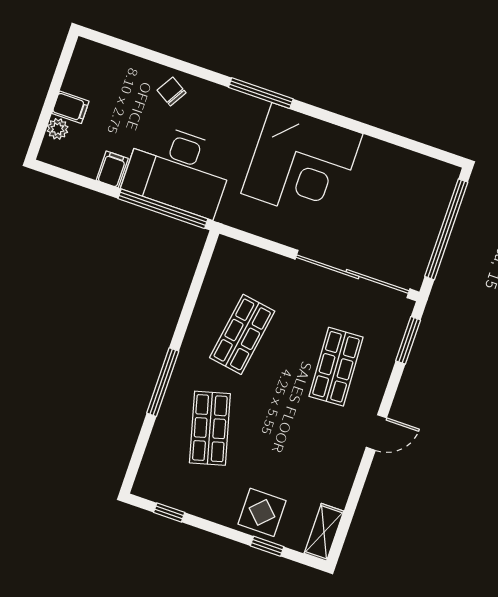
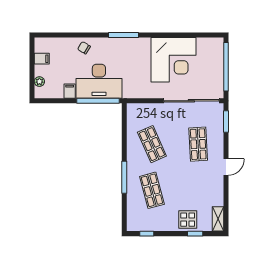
filing cabinet: (70, 107) -> (42, 59), moved
corner desk: (302, 164) -> (174, 60), moved
shop shelf: (242, 334) -> (152, 144), turned -33

